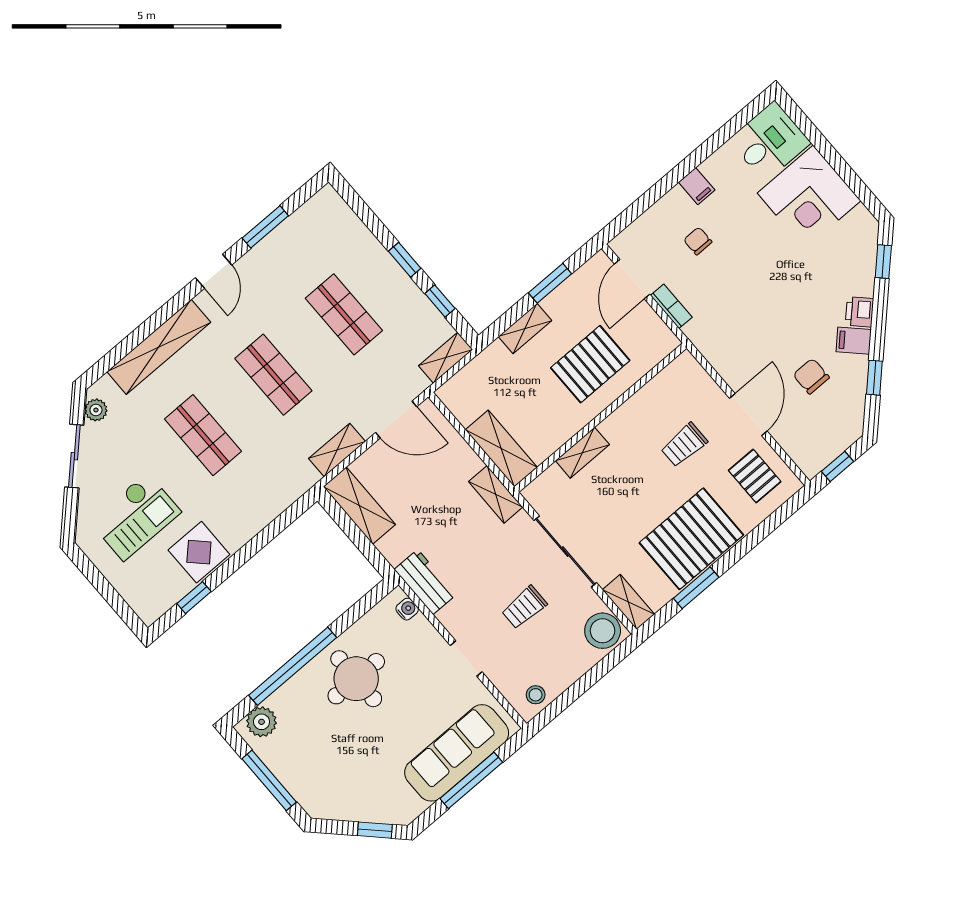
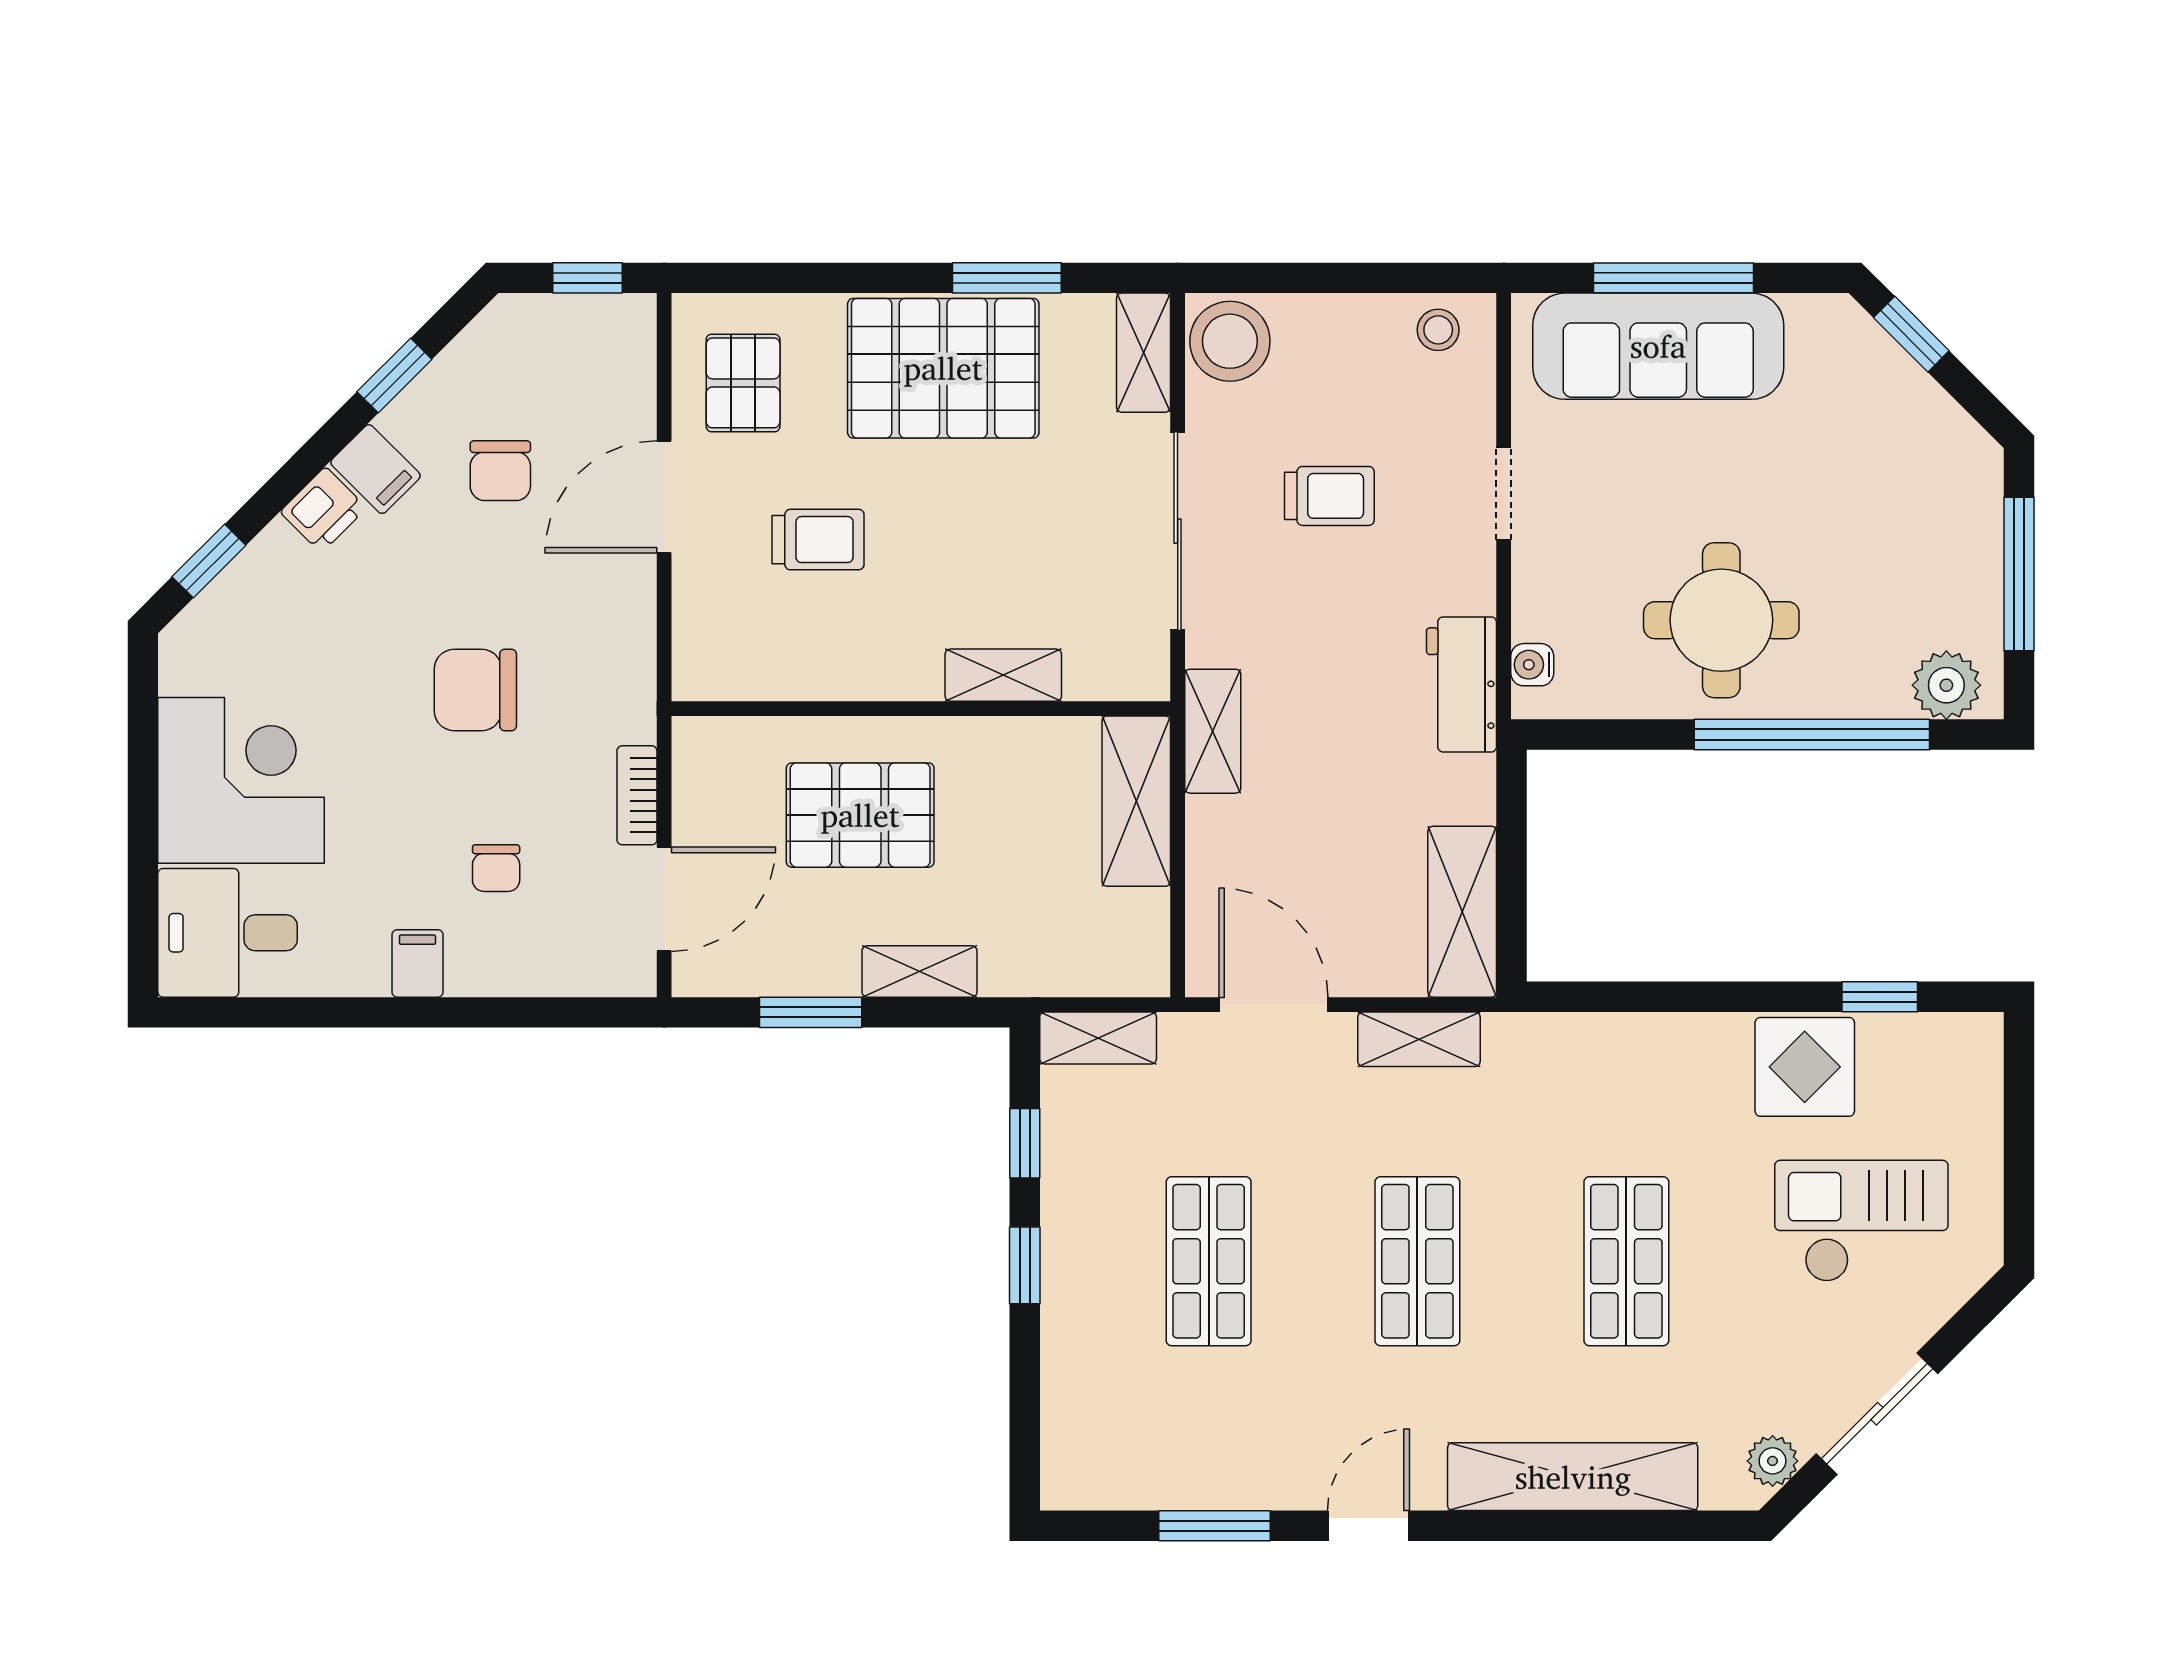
chair: (756, 295) -> (475, 690), added

